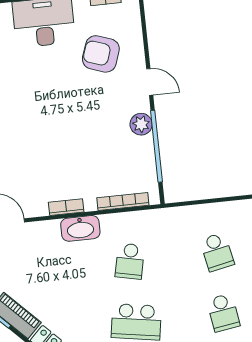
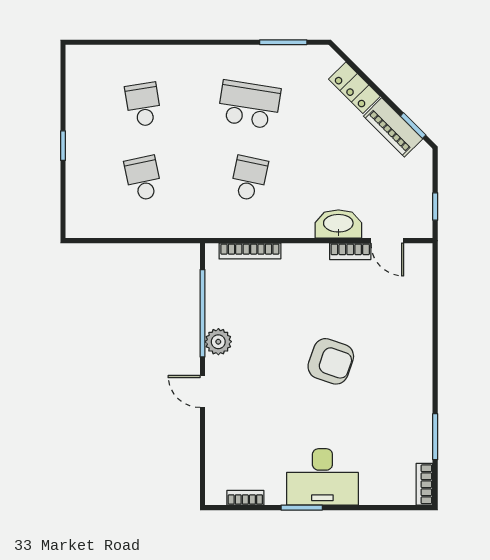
armchair: (101, 54) -> (331, 361), moved
bookcase: (66, 207) -> (350, 251), moved
washbasin: (80, 228) -> (338, 224), moved

